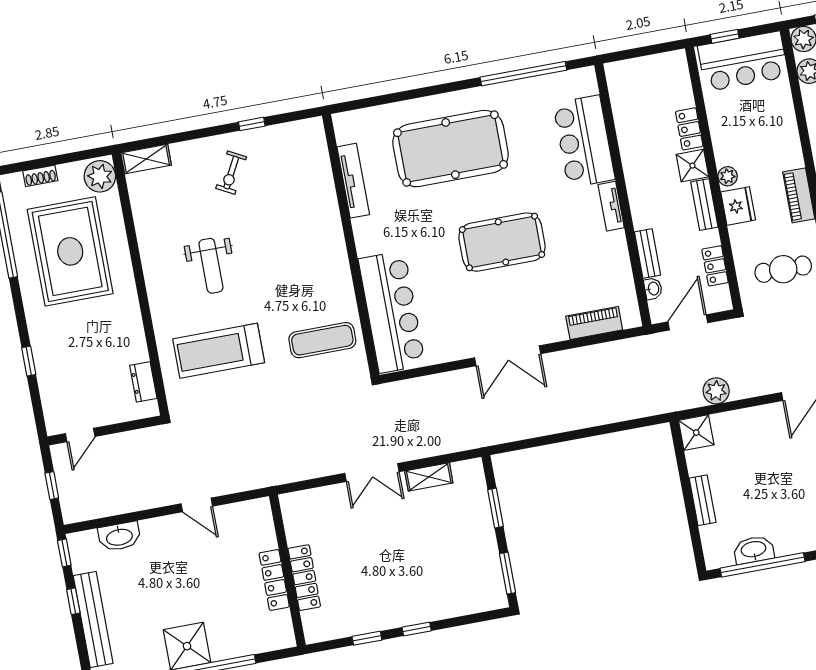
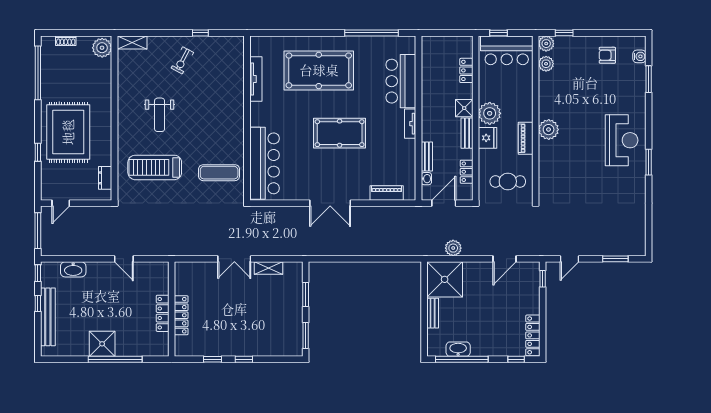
locker: (689, 129) -> (466, 70), moved
plant: (728, 176) -> (490, 113), width x1.87, depth x1.87
rug: (70, 251) -> (68, 132), moved
shower: (696, 433) -> (445, 279), width x1.86, depth x1.86
window: (52, 486) -> (38, 231), width x2.17

